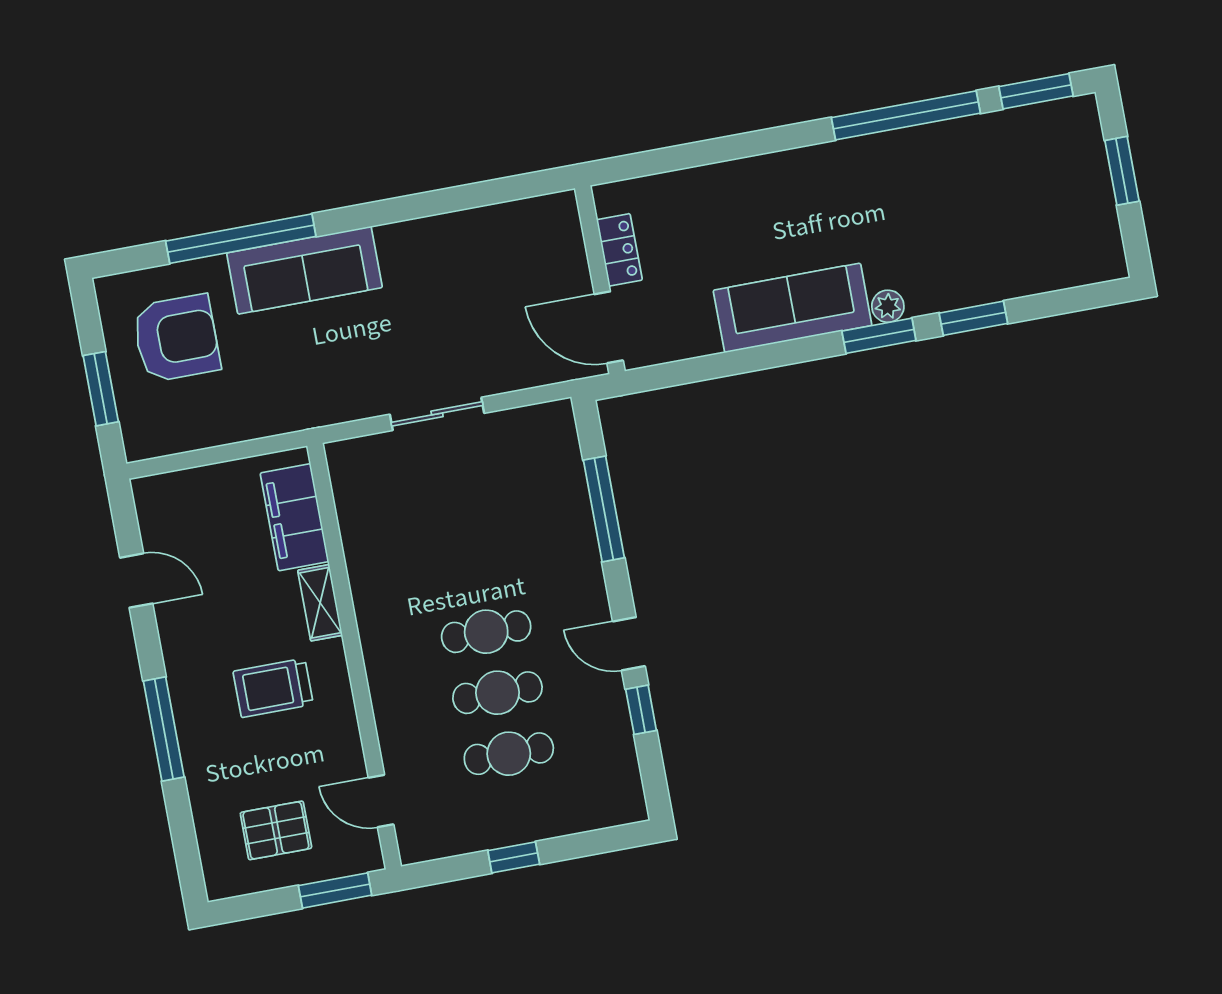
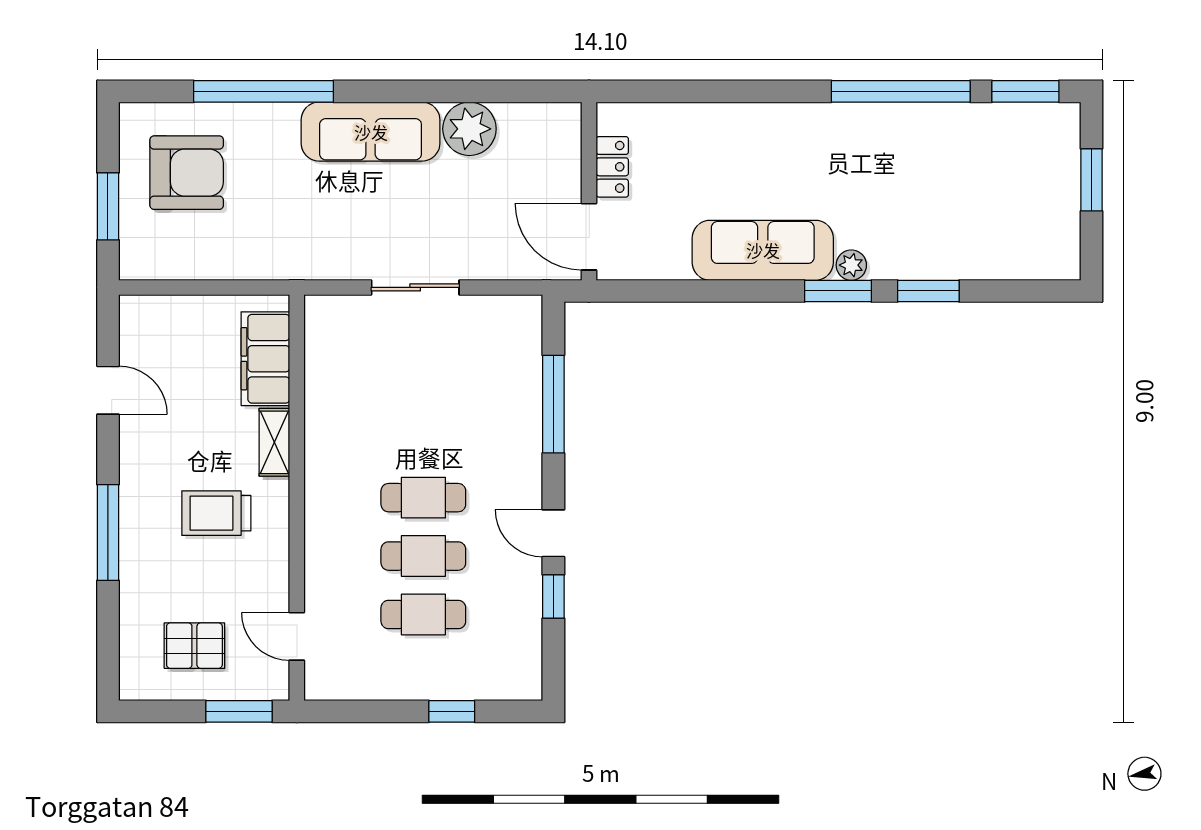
plant: (463, 238) -> (469, 129), added
sofa: (304, 270) -> (371, 132), moved
window: (514, 857) -> (452, 711), moved

